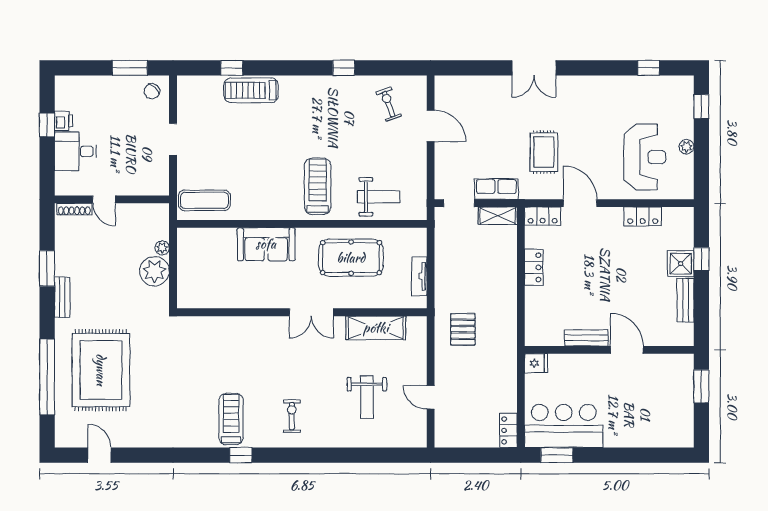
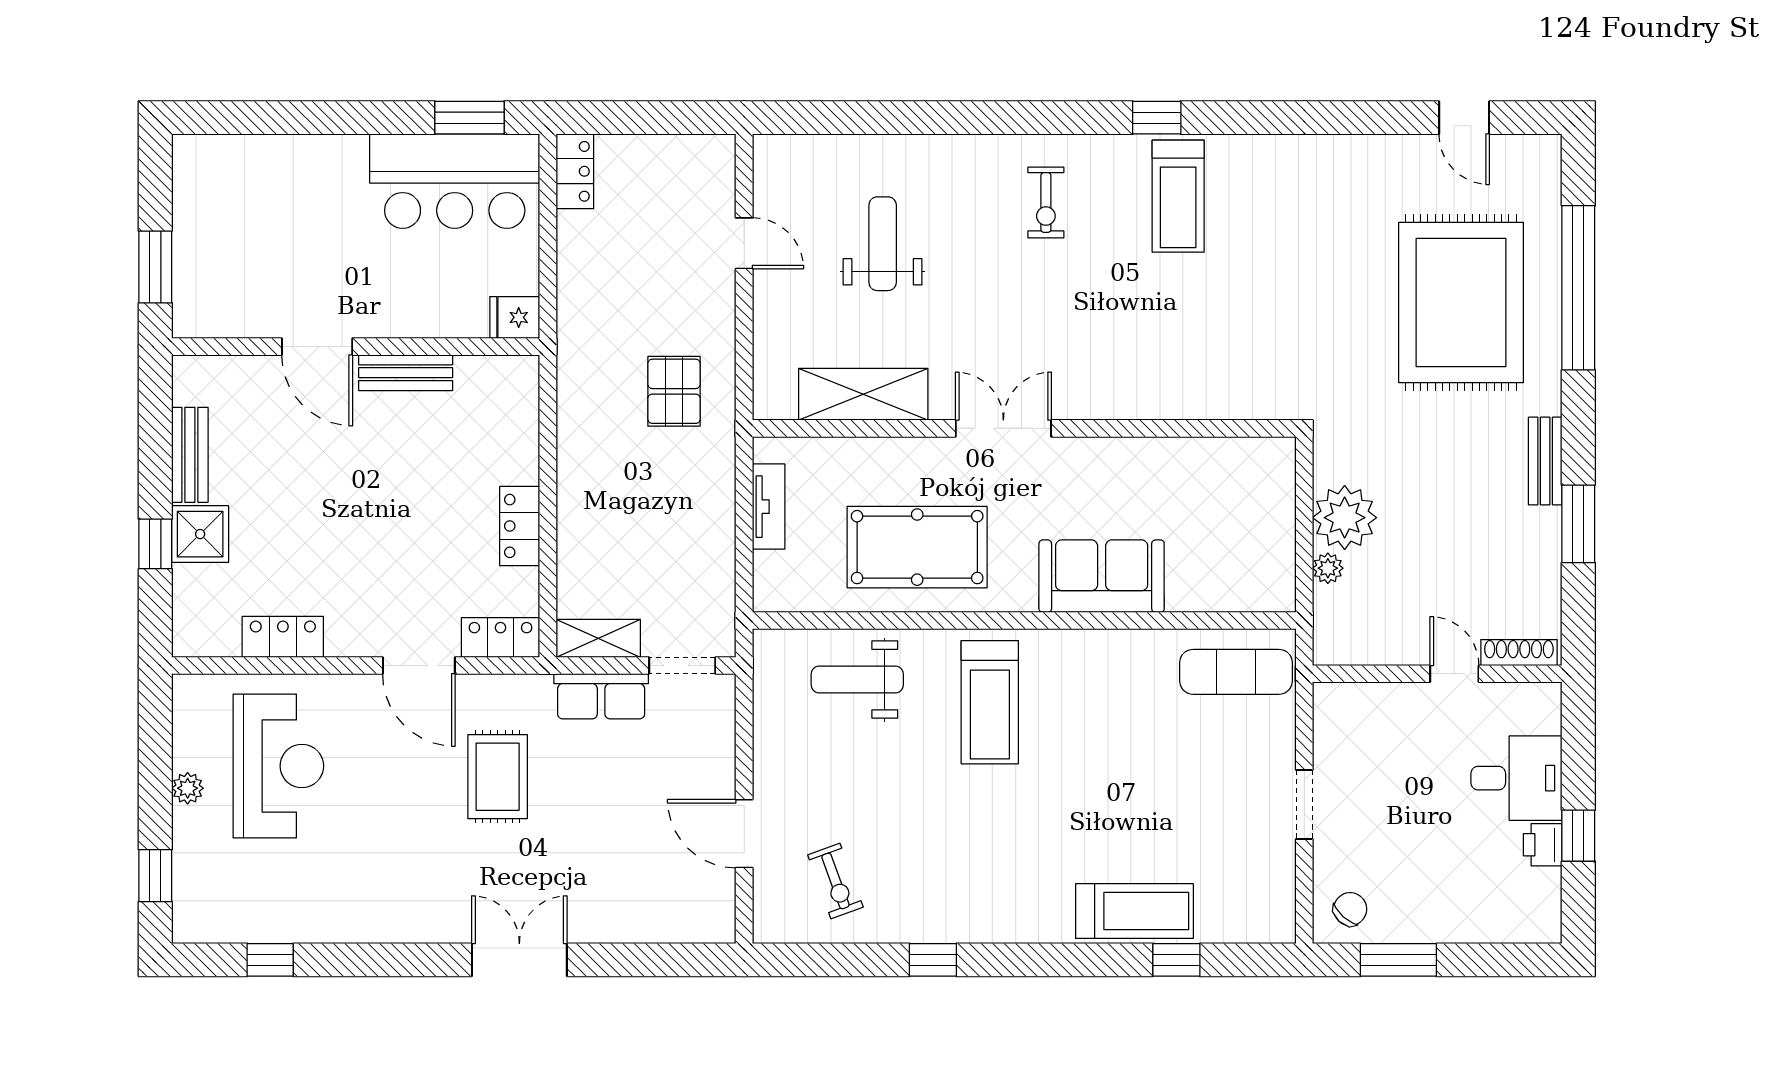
reception desk: (645, 157) -> (278, 766), turned 180

